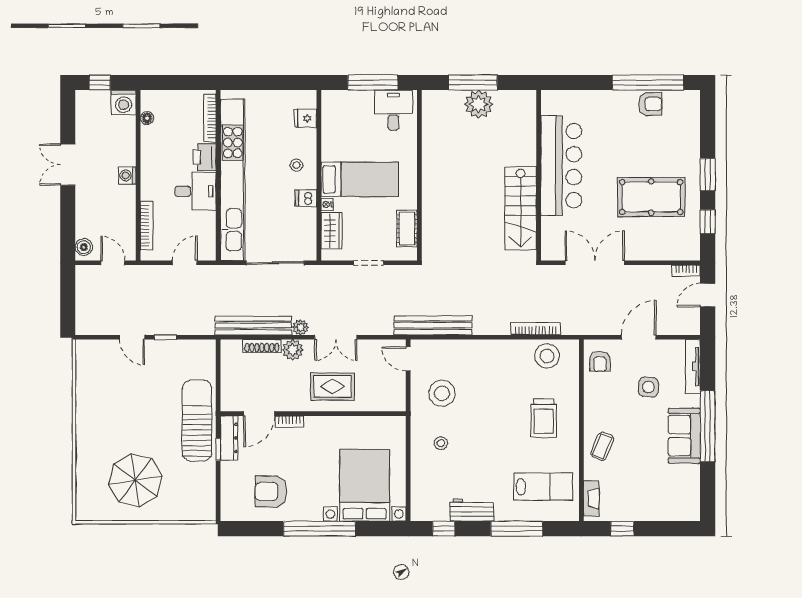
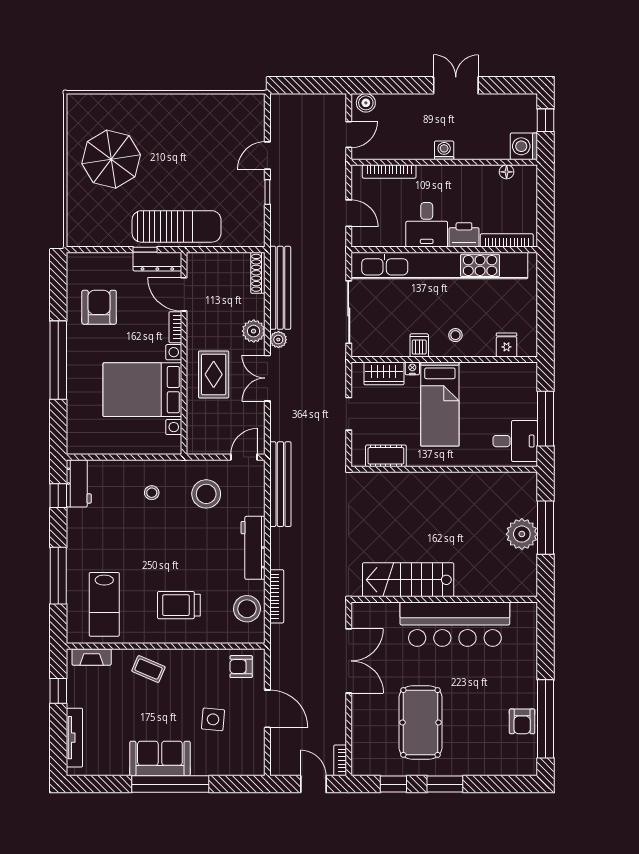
shoe rack: (262, 346) -> (258, 273), moved
workbench: (491, 350) -> (253, 548), added
tv unit: (693, 367) -> (74, 738), moved, turned 90
bed with nightstands: (365, 485) -> (142, 390), moved, turned 180
workbench: (472, 510) -> (79, 483), moved

